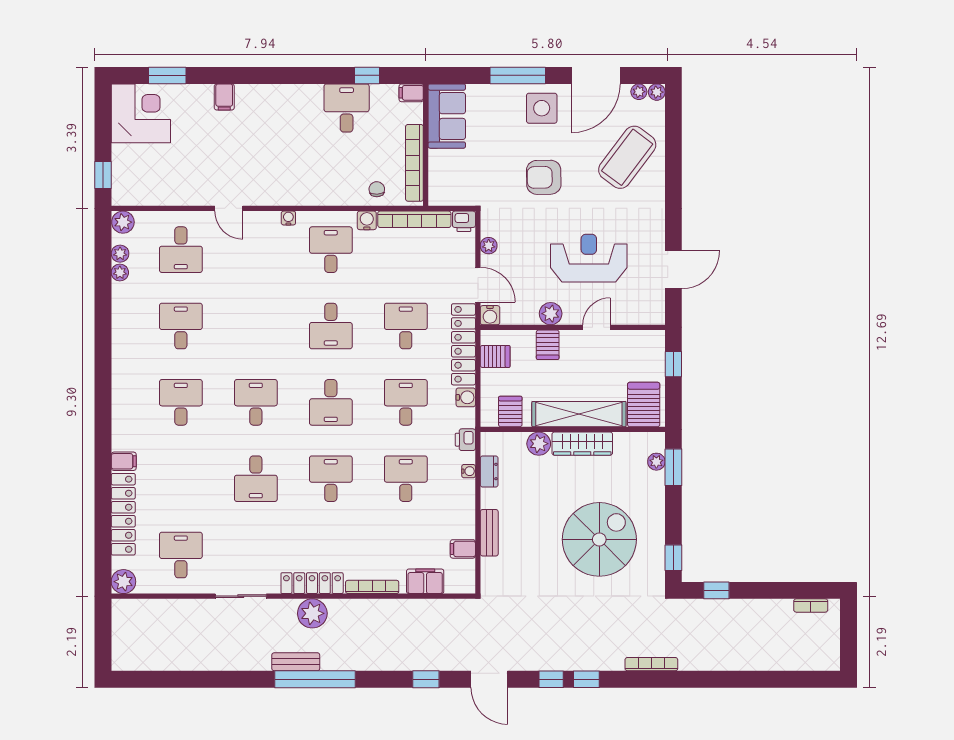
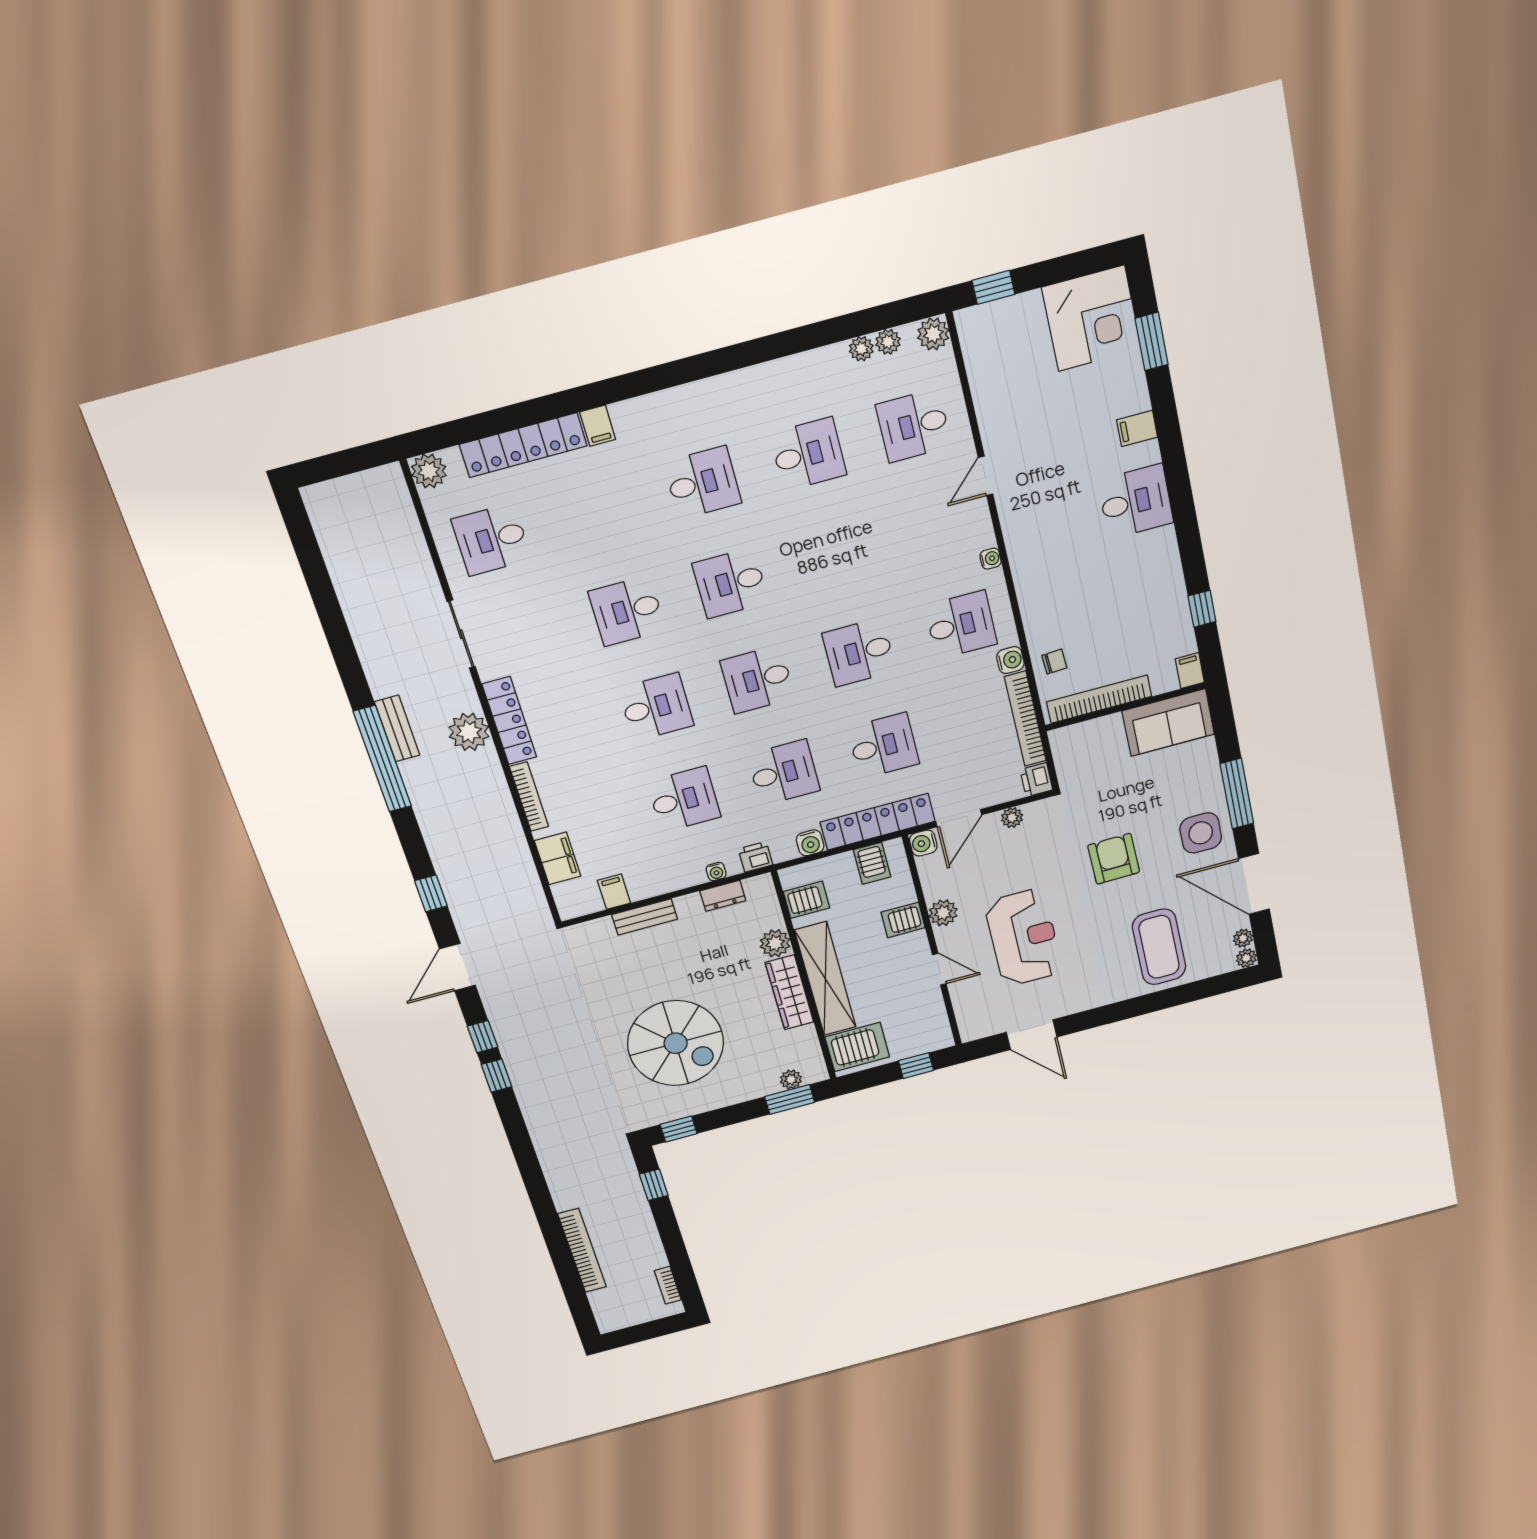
desk: (347, 108) -> (1136, 501), moved
coffee table: (627, 157) -> (1159, 947), turned 53
desk: (256, 402) -> (731, 583), turned 180
desk: (181, 555) -> (491, 539), turned 180
bookcase: (651, 664) -> (582, 1250), moved, width x1.48, depth x1.31

